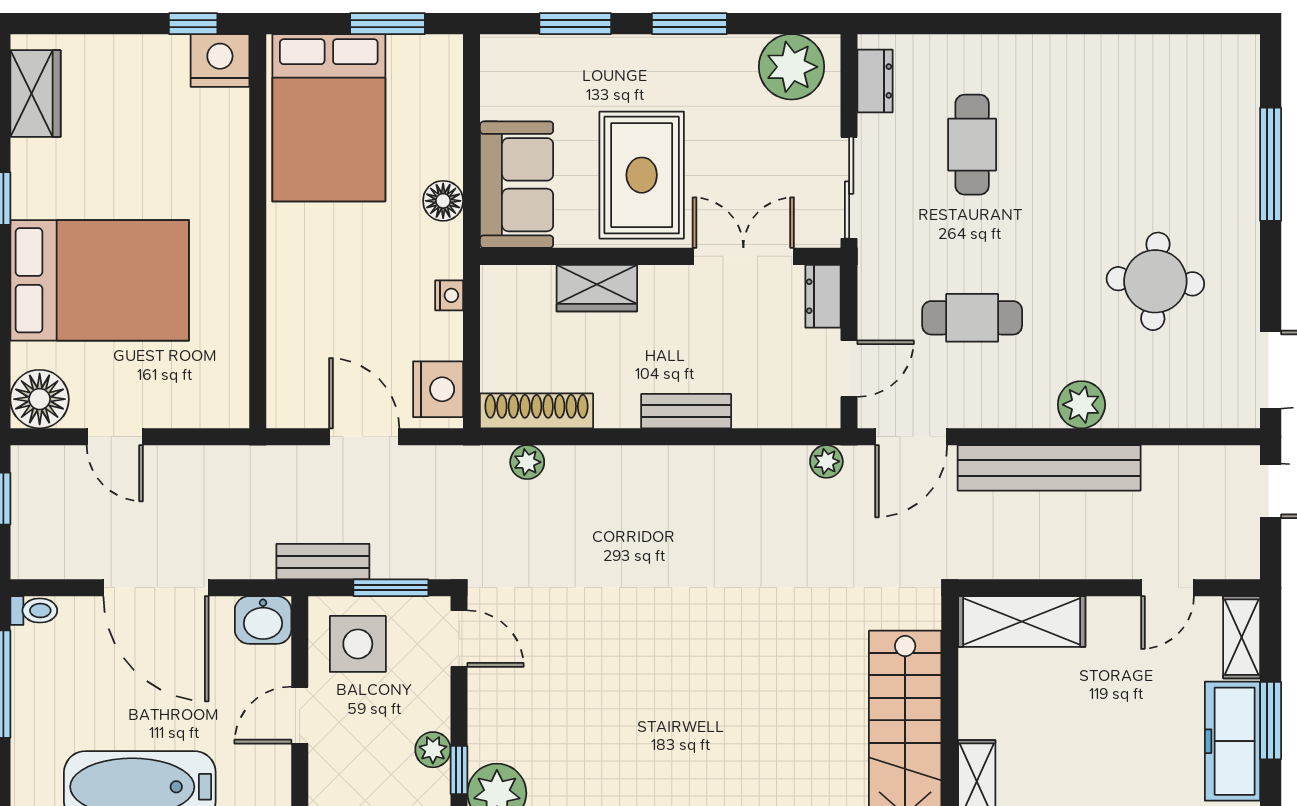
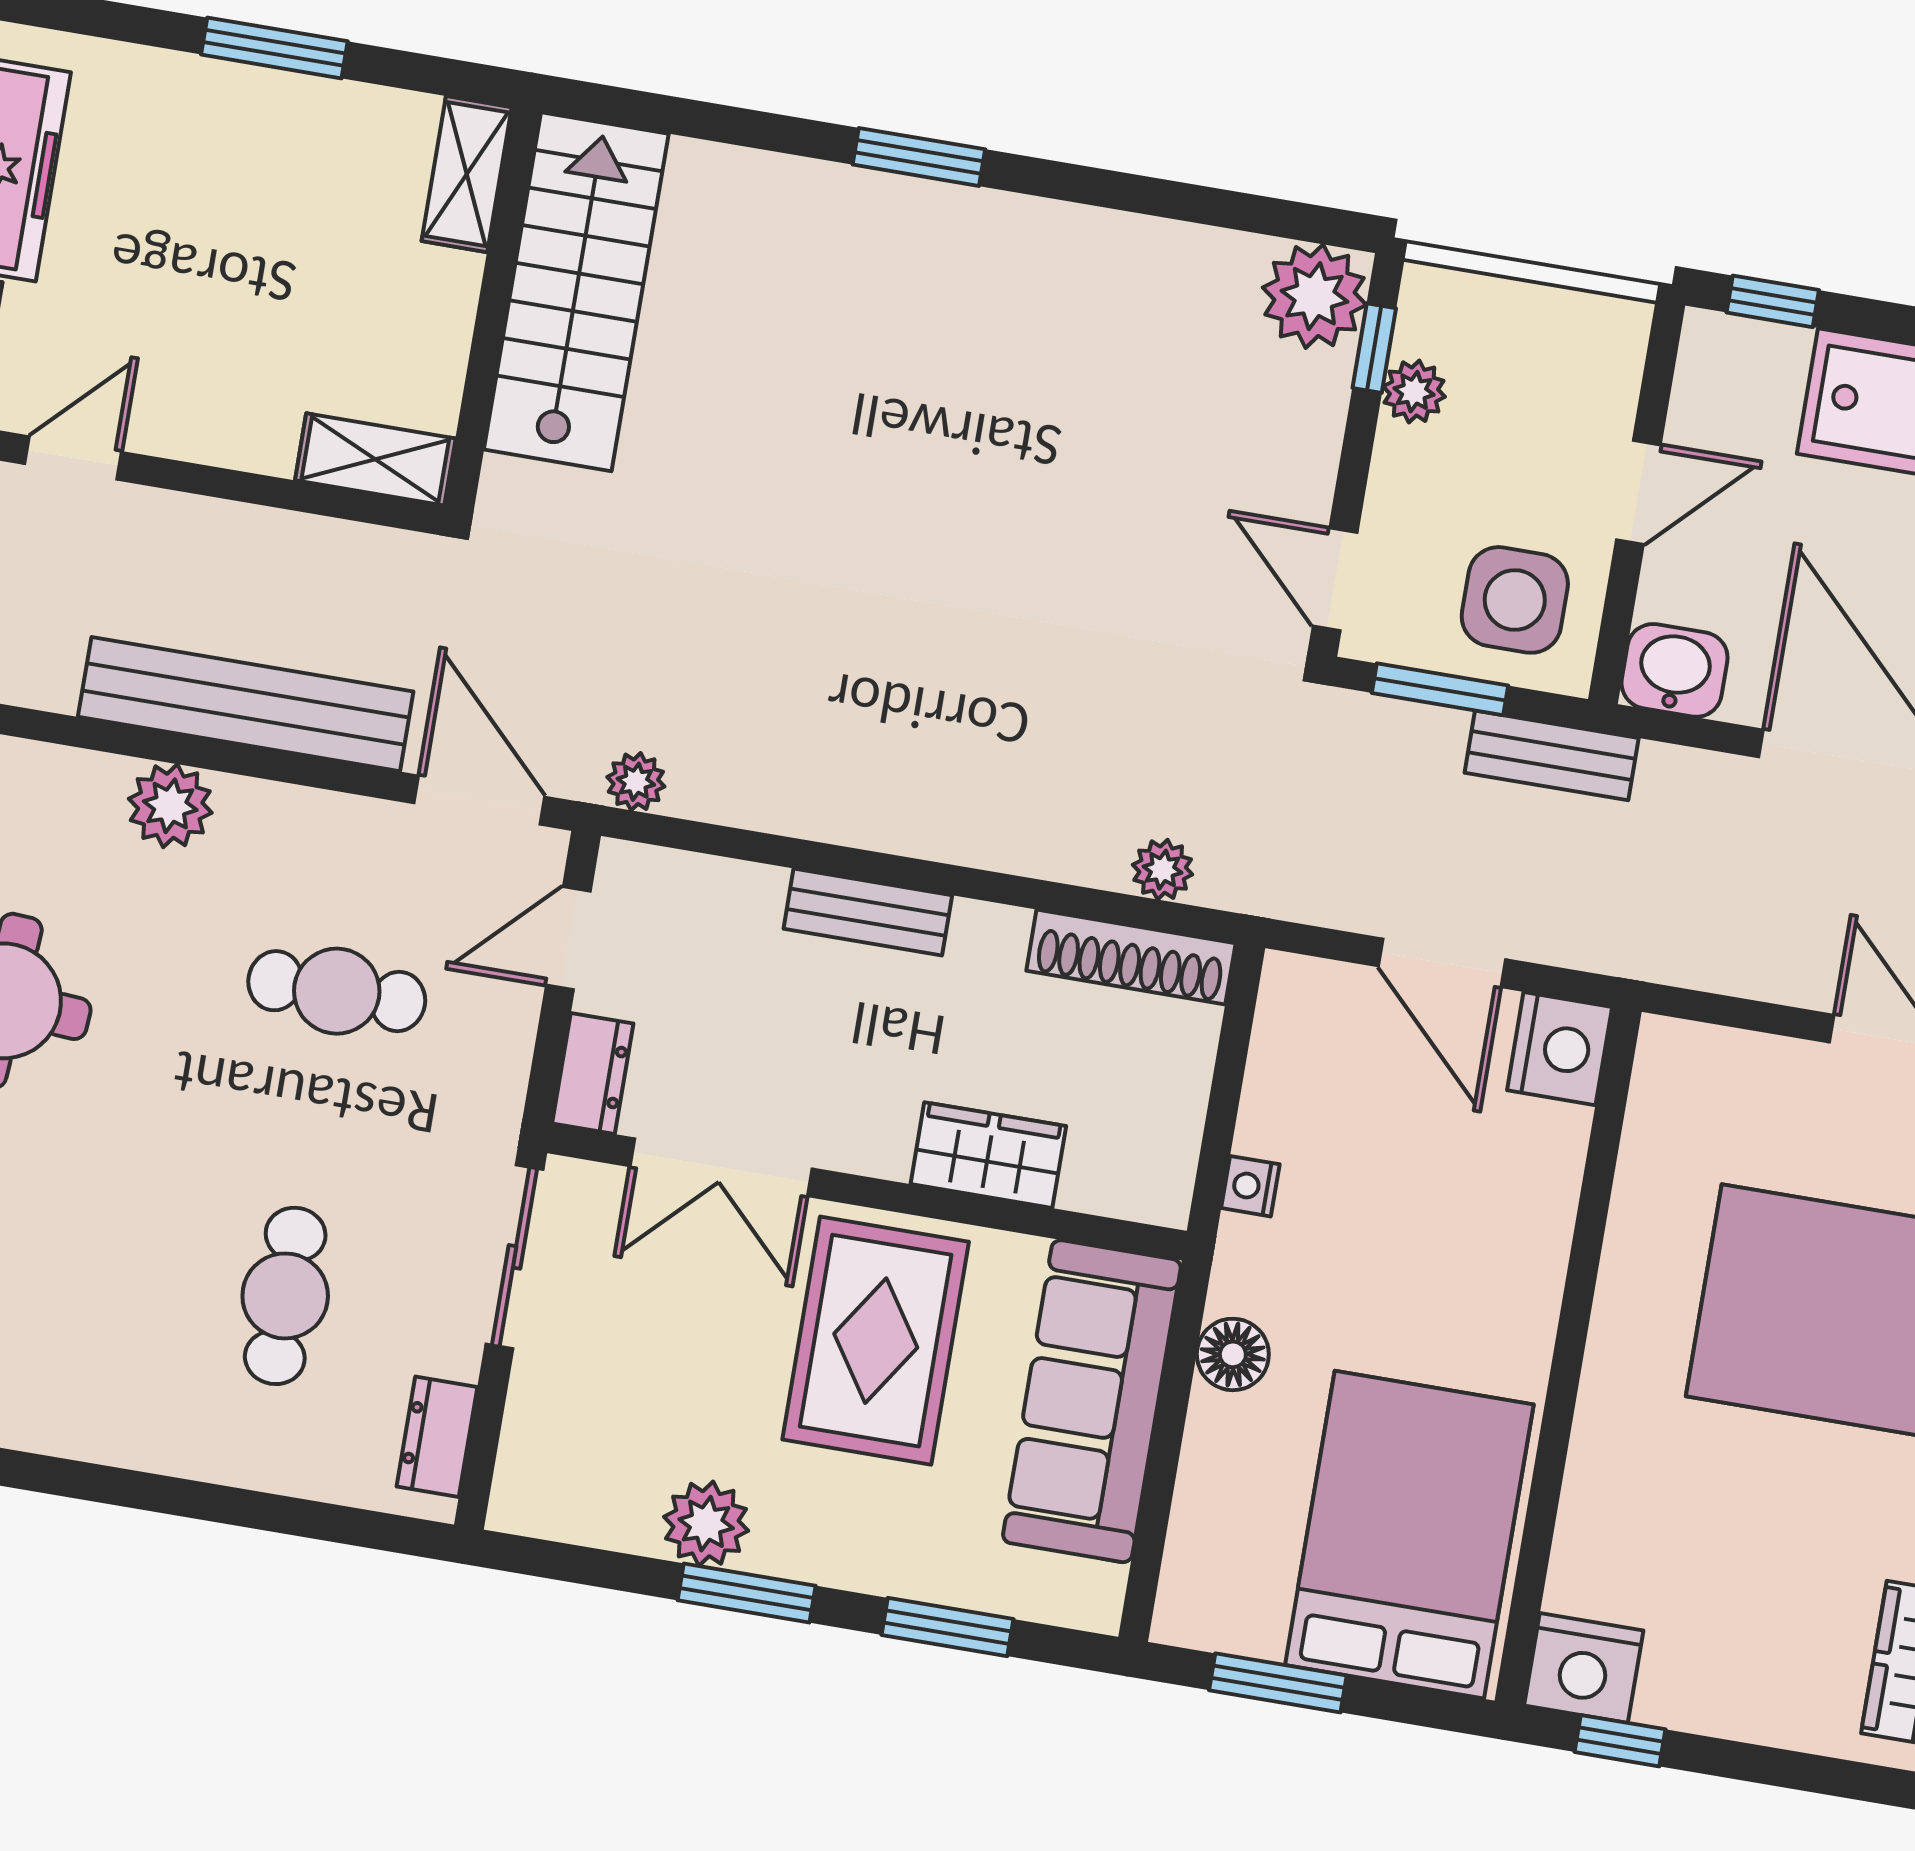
plant: (791, 67) -> (706, 1524), moved, width x0.73, depth x0.73
sofa: (517, 185) -> (1092, 1401), width x1.36
nightstand: (438, 389) -> (1560, 1049), moved, turned 180
door: (911, 437) -> (479, 800), hinge flipped
shelving: (1022, 622) -> (375, 459), width x0.67, depth x0.75

